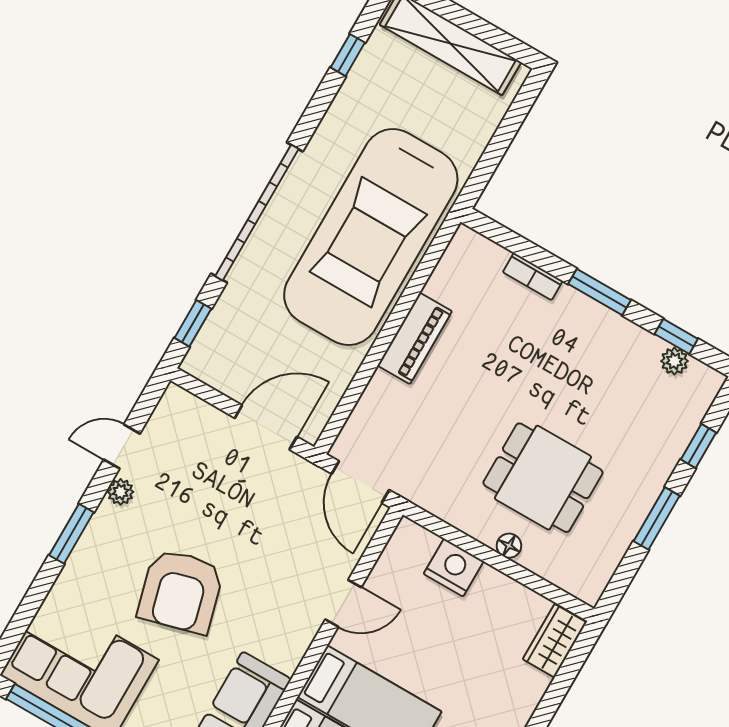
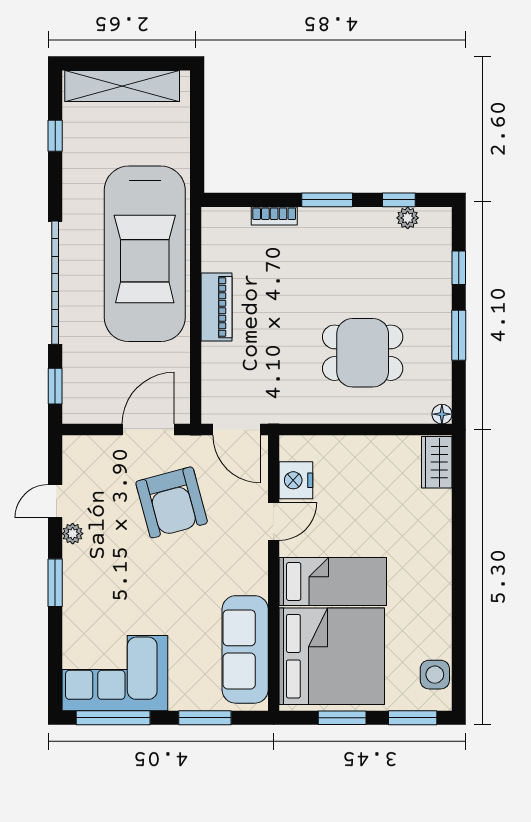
floor lamp: (509, 546) -> (442, 414), moved
nightstand: (454, 568) -> (296, 480), moved, turned -90
armchair: (181, 591) -> (172, 502), moved

